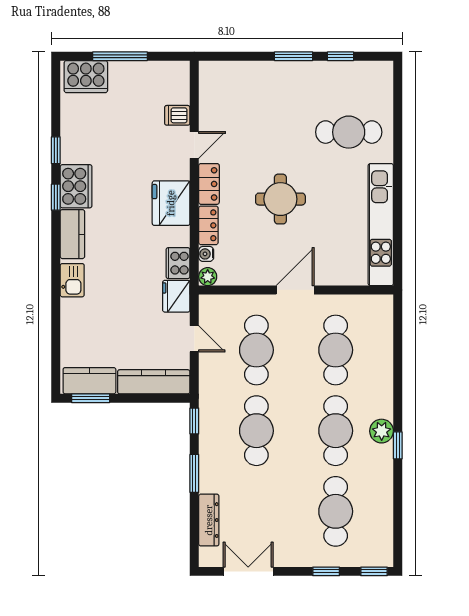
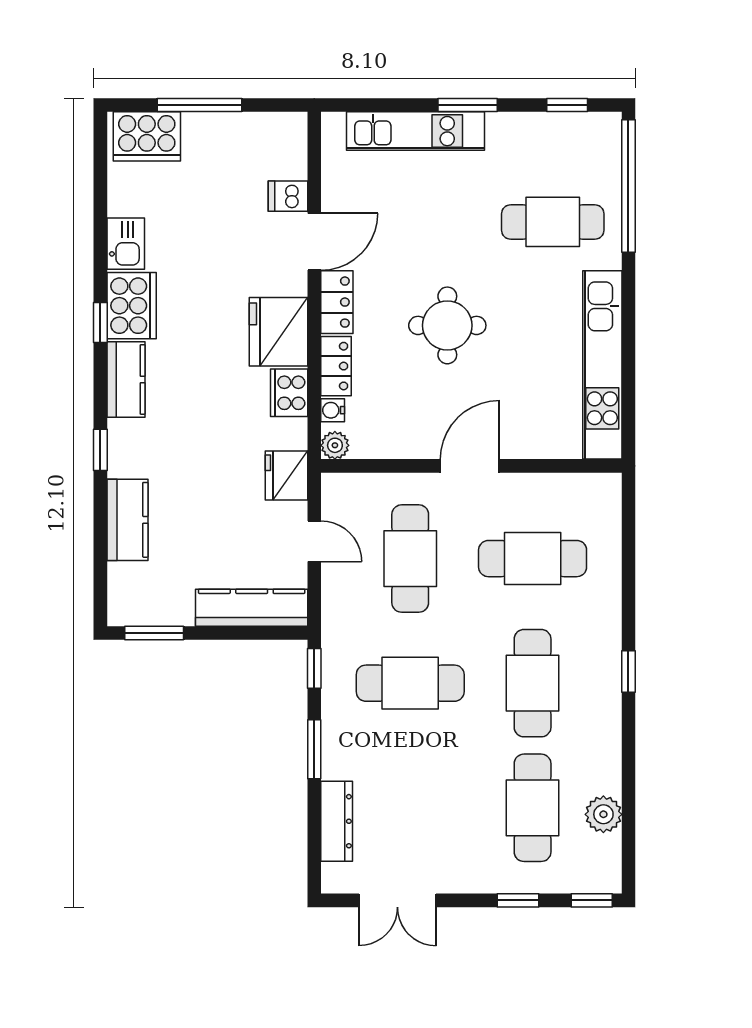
window: (341, 56) -> (567, 105), moved
kitchen unit: (260, 73) -> (416, 131), added
window: (398, 109) -> (628, 186), added
door: (194, 145) -> (314, 242), width x1.38
window: (56, 150) -> (100, 450), moved
cooker: (178, 263) -> (289, 393), moved
kitchen sink: (72, 280) -> (126, 244), moved
cafe table: (336, 350) -> (533, 559), turned 90
kitchen counter: (89, 381) -> (127, 520), moved, turned 90
cafe table: (256, 431) -> (410, 683), turned 90
plant: (382, 431) -> (603, 814), moved
window: (398, 445) -> (628, 671), moved
double door: (248, 571) -> (397, 900), swing flipped

